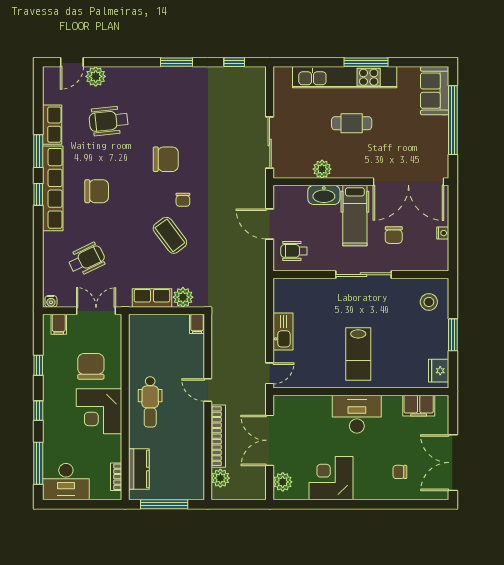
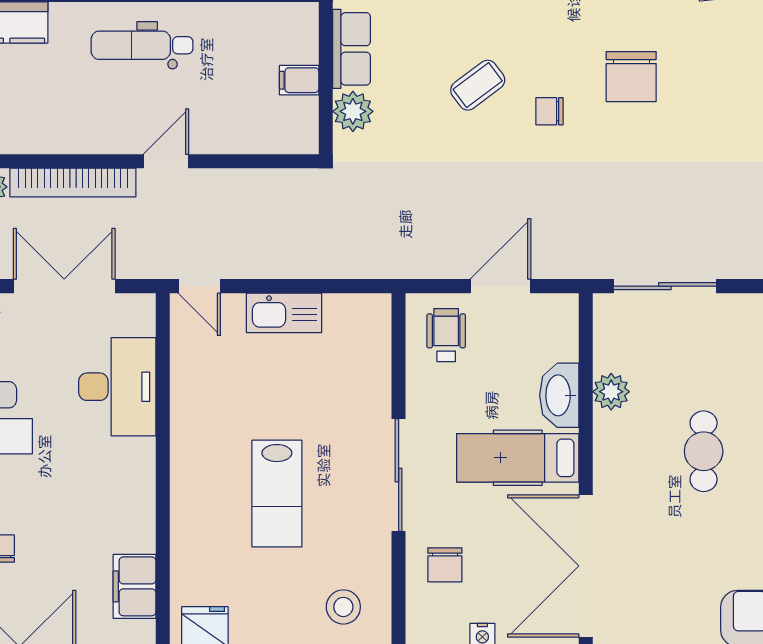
coffee table: (170, 235) -> (478, 85), width x0.73, depth x0.77
chair: (394, 235) -> (445, 565), moved, turned -90
filing cabinet: (197, 324) -> (299, 80), moved
lab bench: (358, 354) -> (277, 494), moved, turned -90
desk: (357, 414) -> (117, 387), moved

